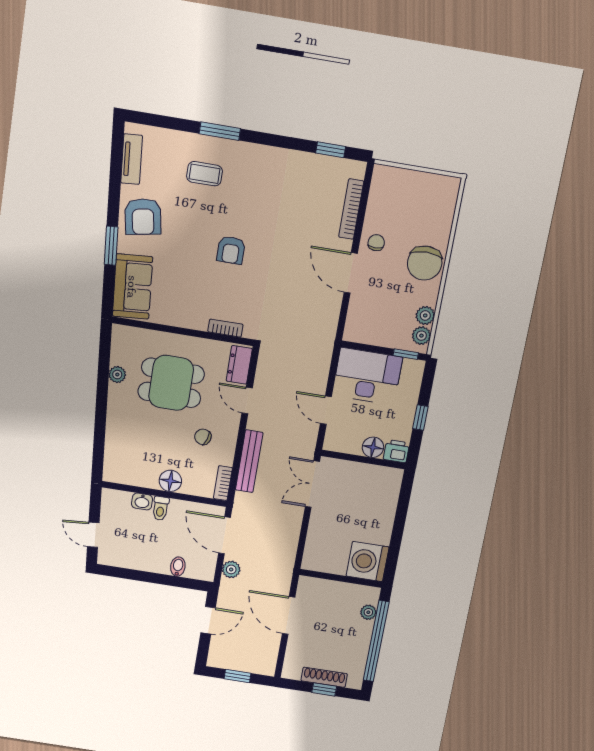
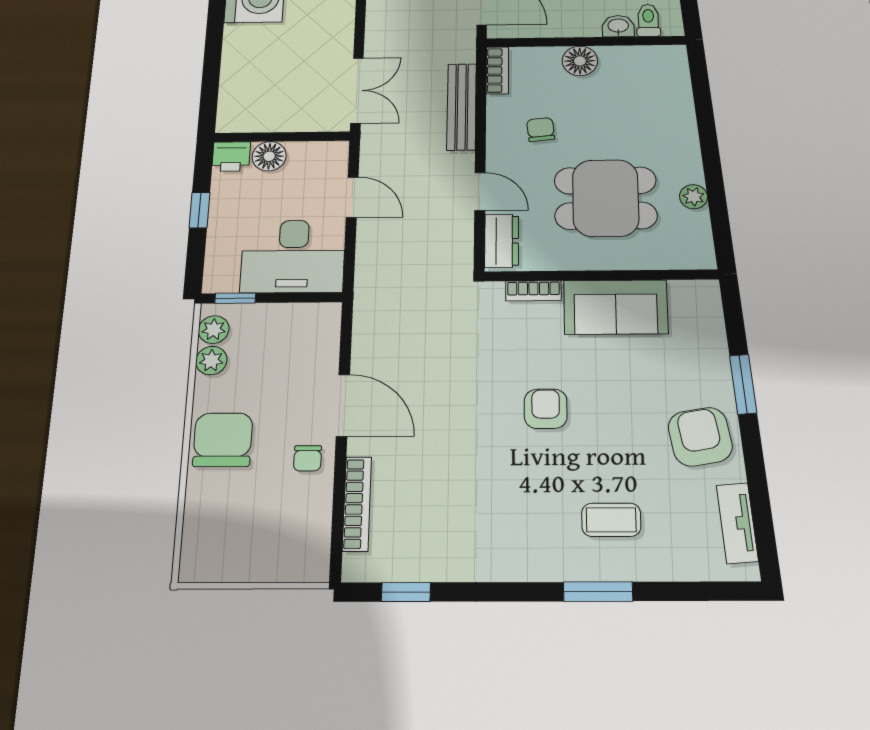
sofa: (132, 287) -> (616, 307), moved, turned -86
chair: (203, 437) -> (541, 130), turned -113
toilet: (160, 508) -> (648, 20), moved

